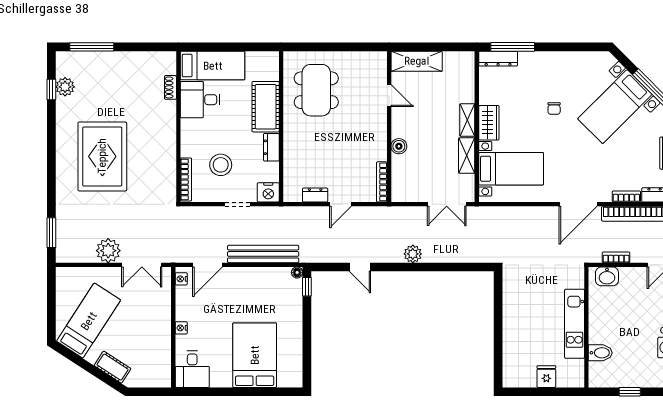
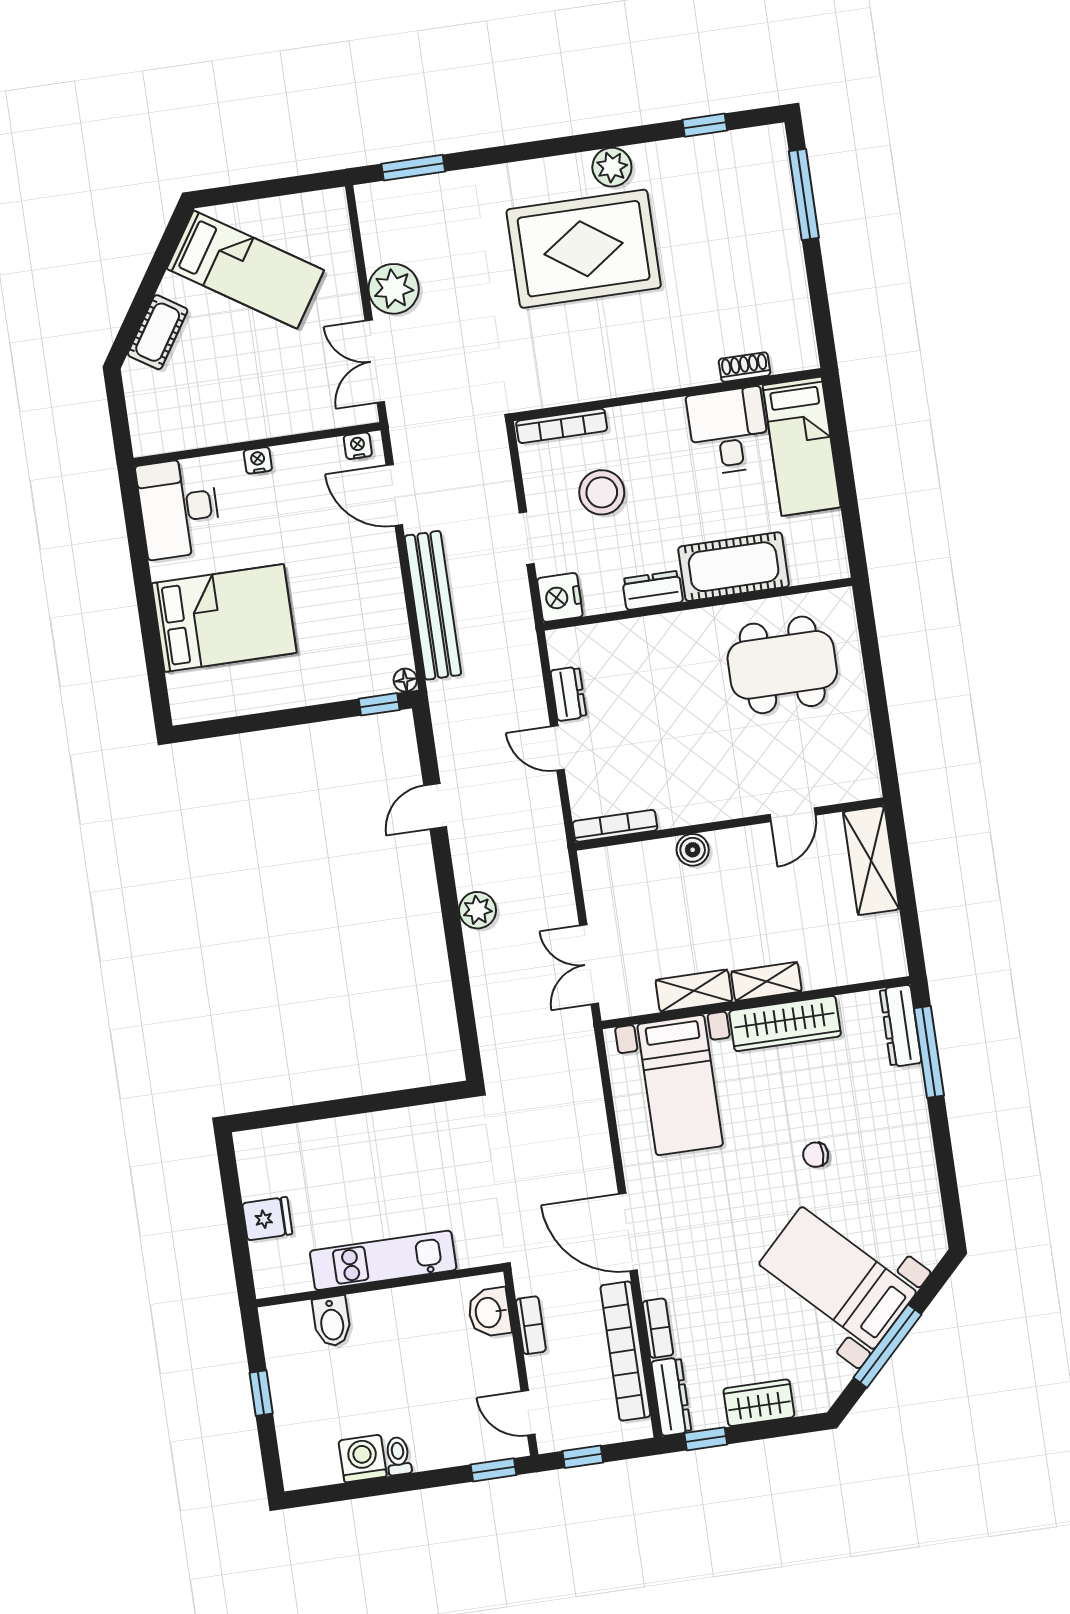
plant: (65, 87) -> (612, 167), moved
wardrobe: (489, 123) -> (785, 1023), width x1.50
desk: (192, 369) -> (179, 508), width x1.37

